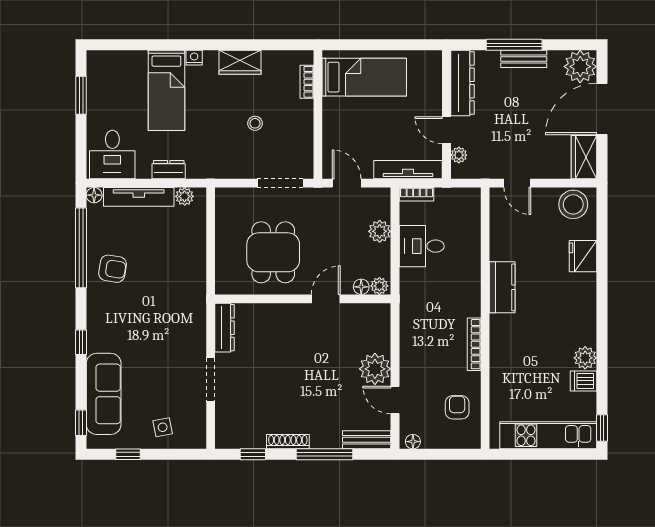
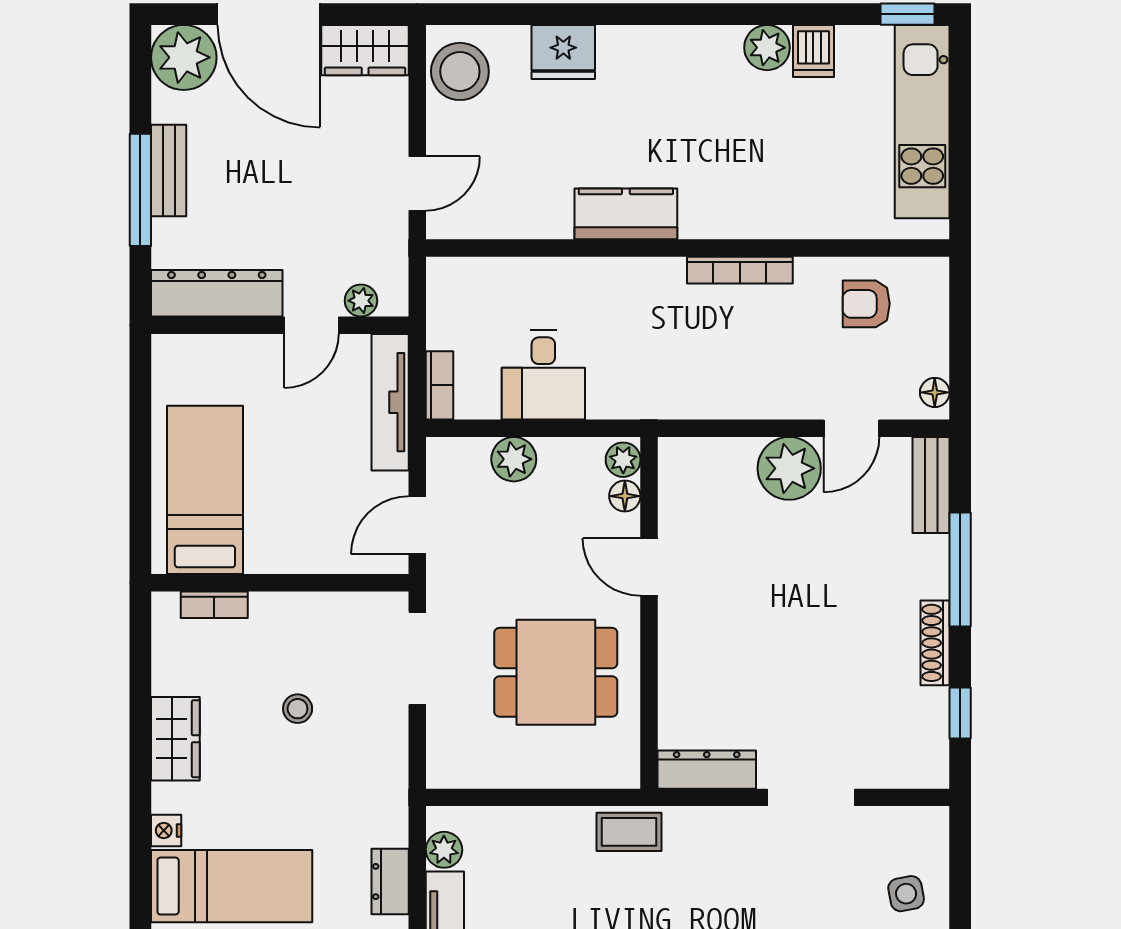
coffee table: (193, 289) -> (629, 832), added

